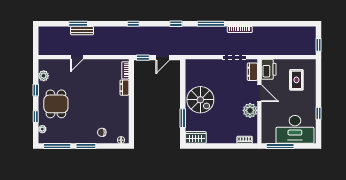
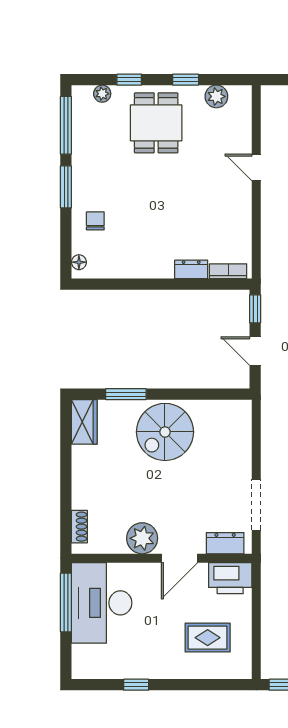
dining table: (56, 104) -> (156, 123), turned 90
desk: (295, 129) -> (102, 603), moved

